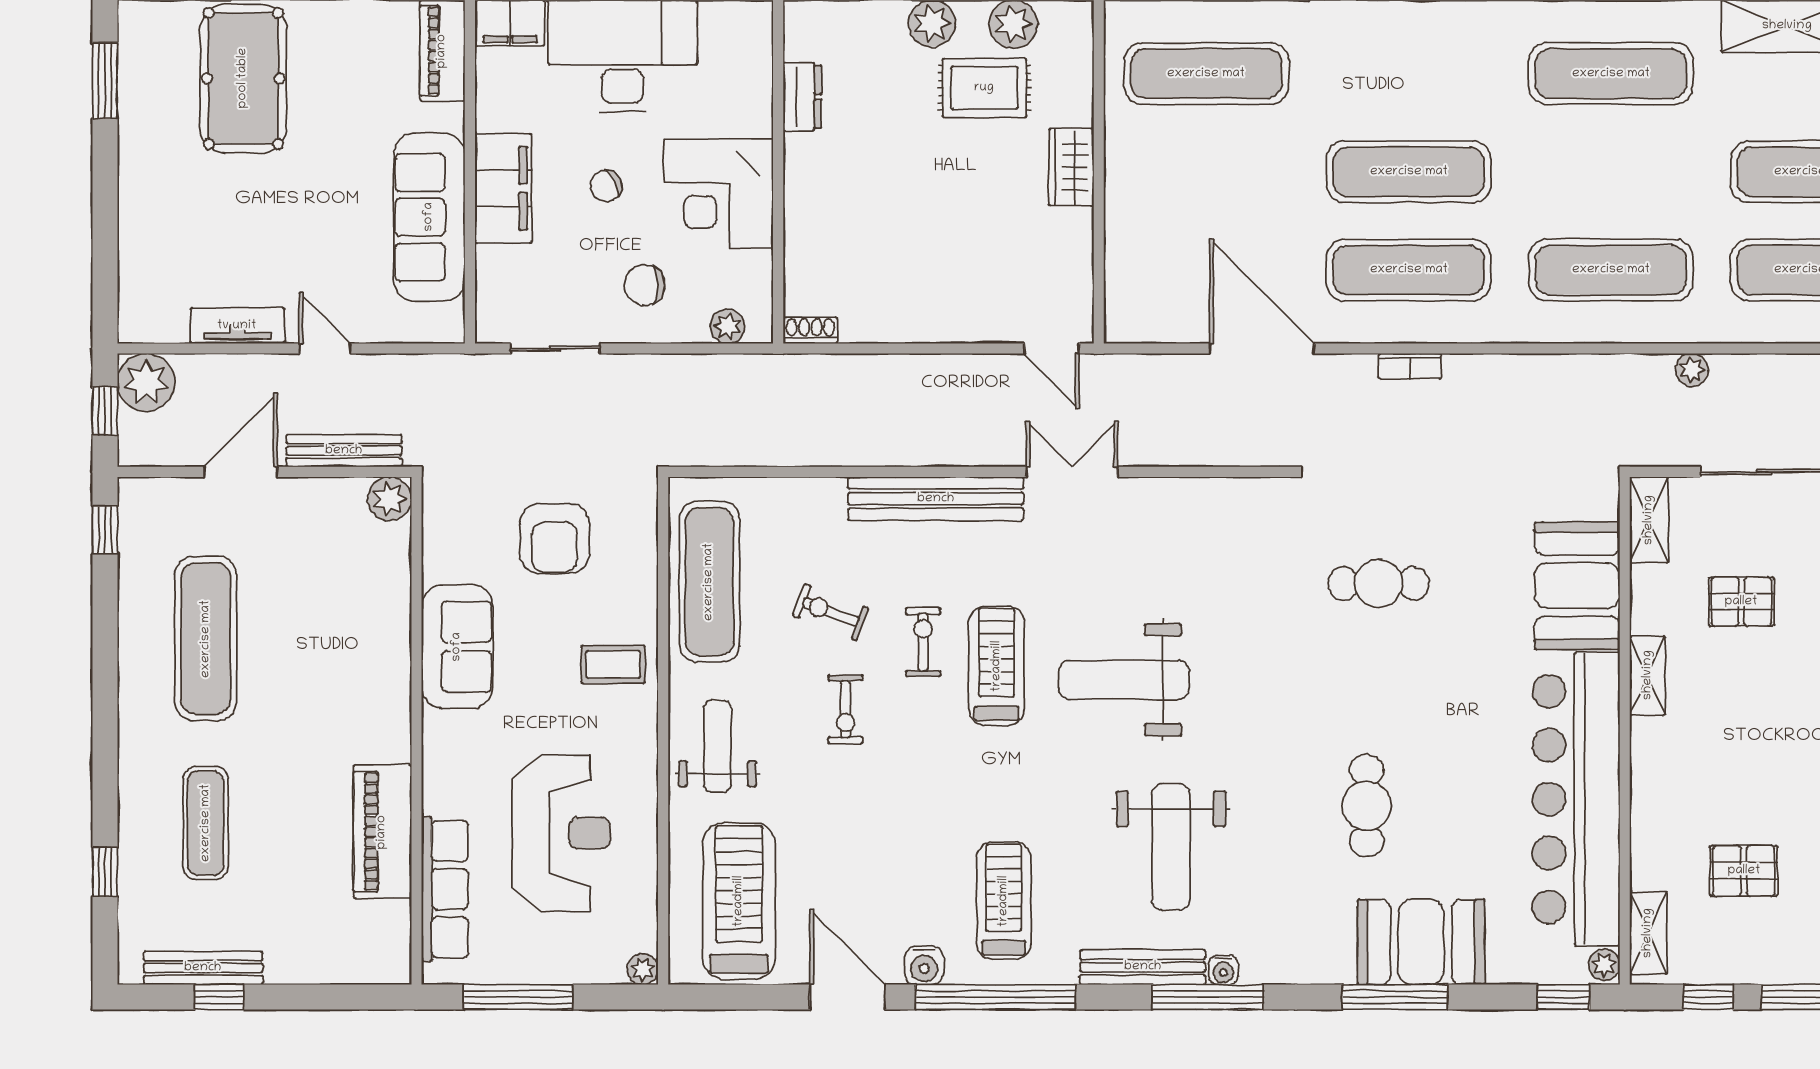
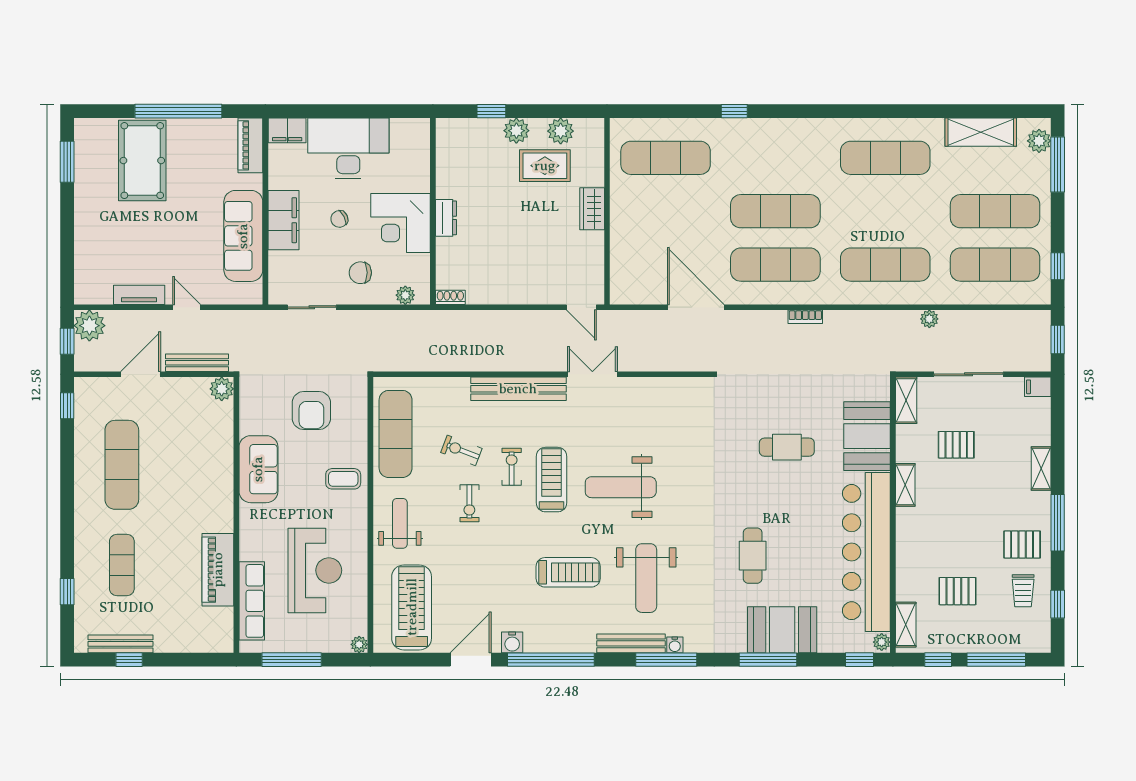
dresser: (802, 97) -> (446, 218), moved
bookcase: (1410, 366) -> (805, 317), moved
cafe table: (1379, 584) -> (787, 447), moved
treadmill: (1004, 901) -> (568, 572), moved, turned 90
door: (848, 997) -> (471, 660), hinge flipped

